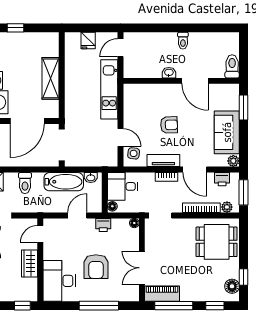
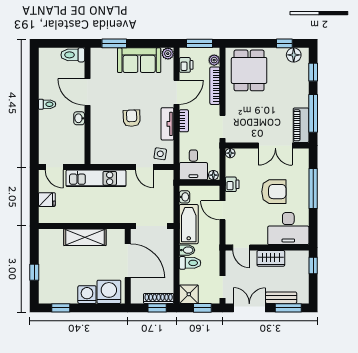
door: (195, 81) -> (87, 92), swing flipped
door: (120, 137) -> (144, 167), swing flipped
bidet: (38, 180) -> (187, 250), added

